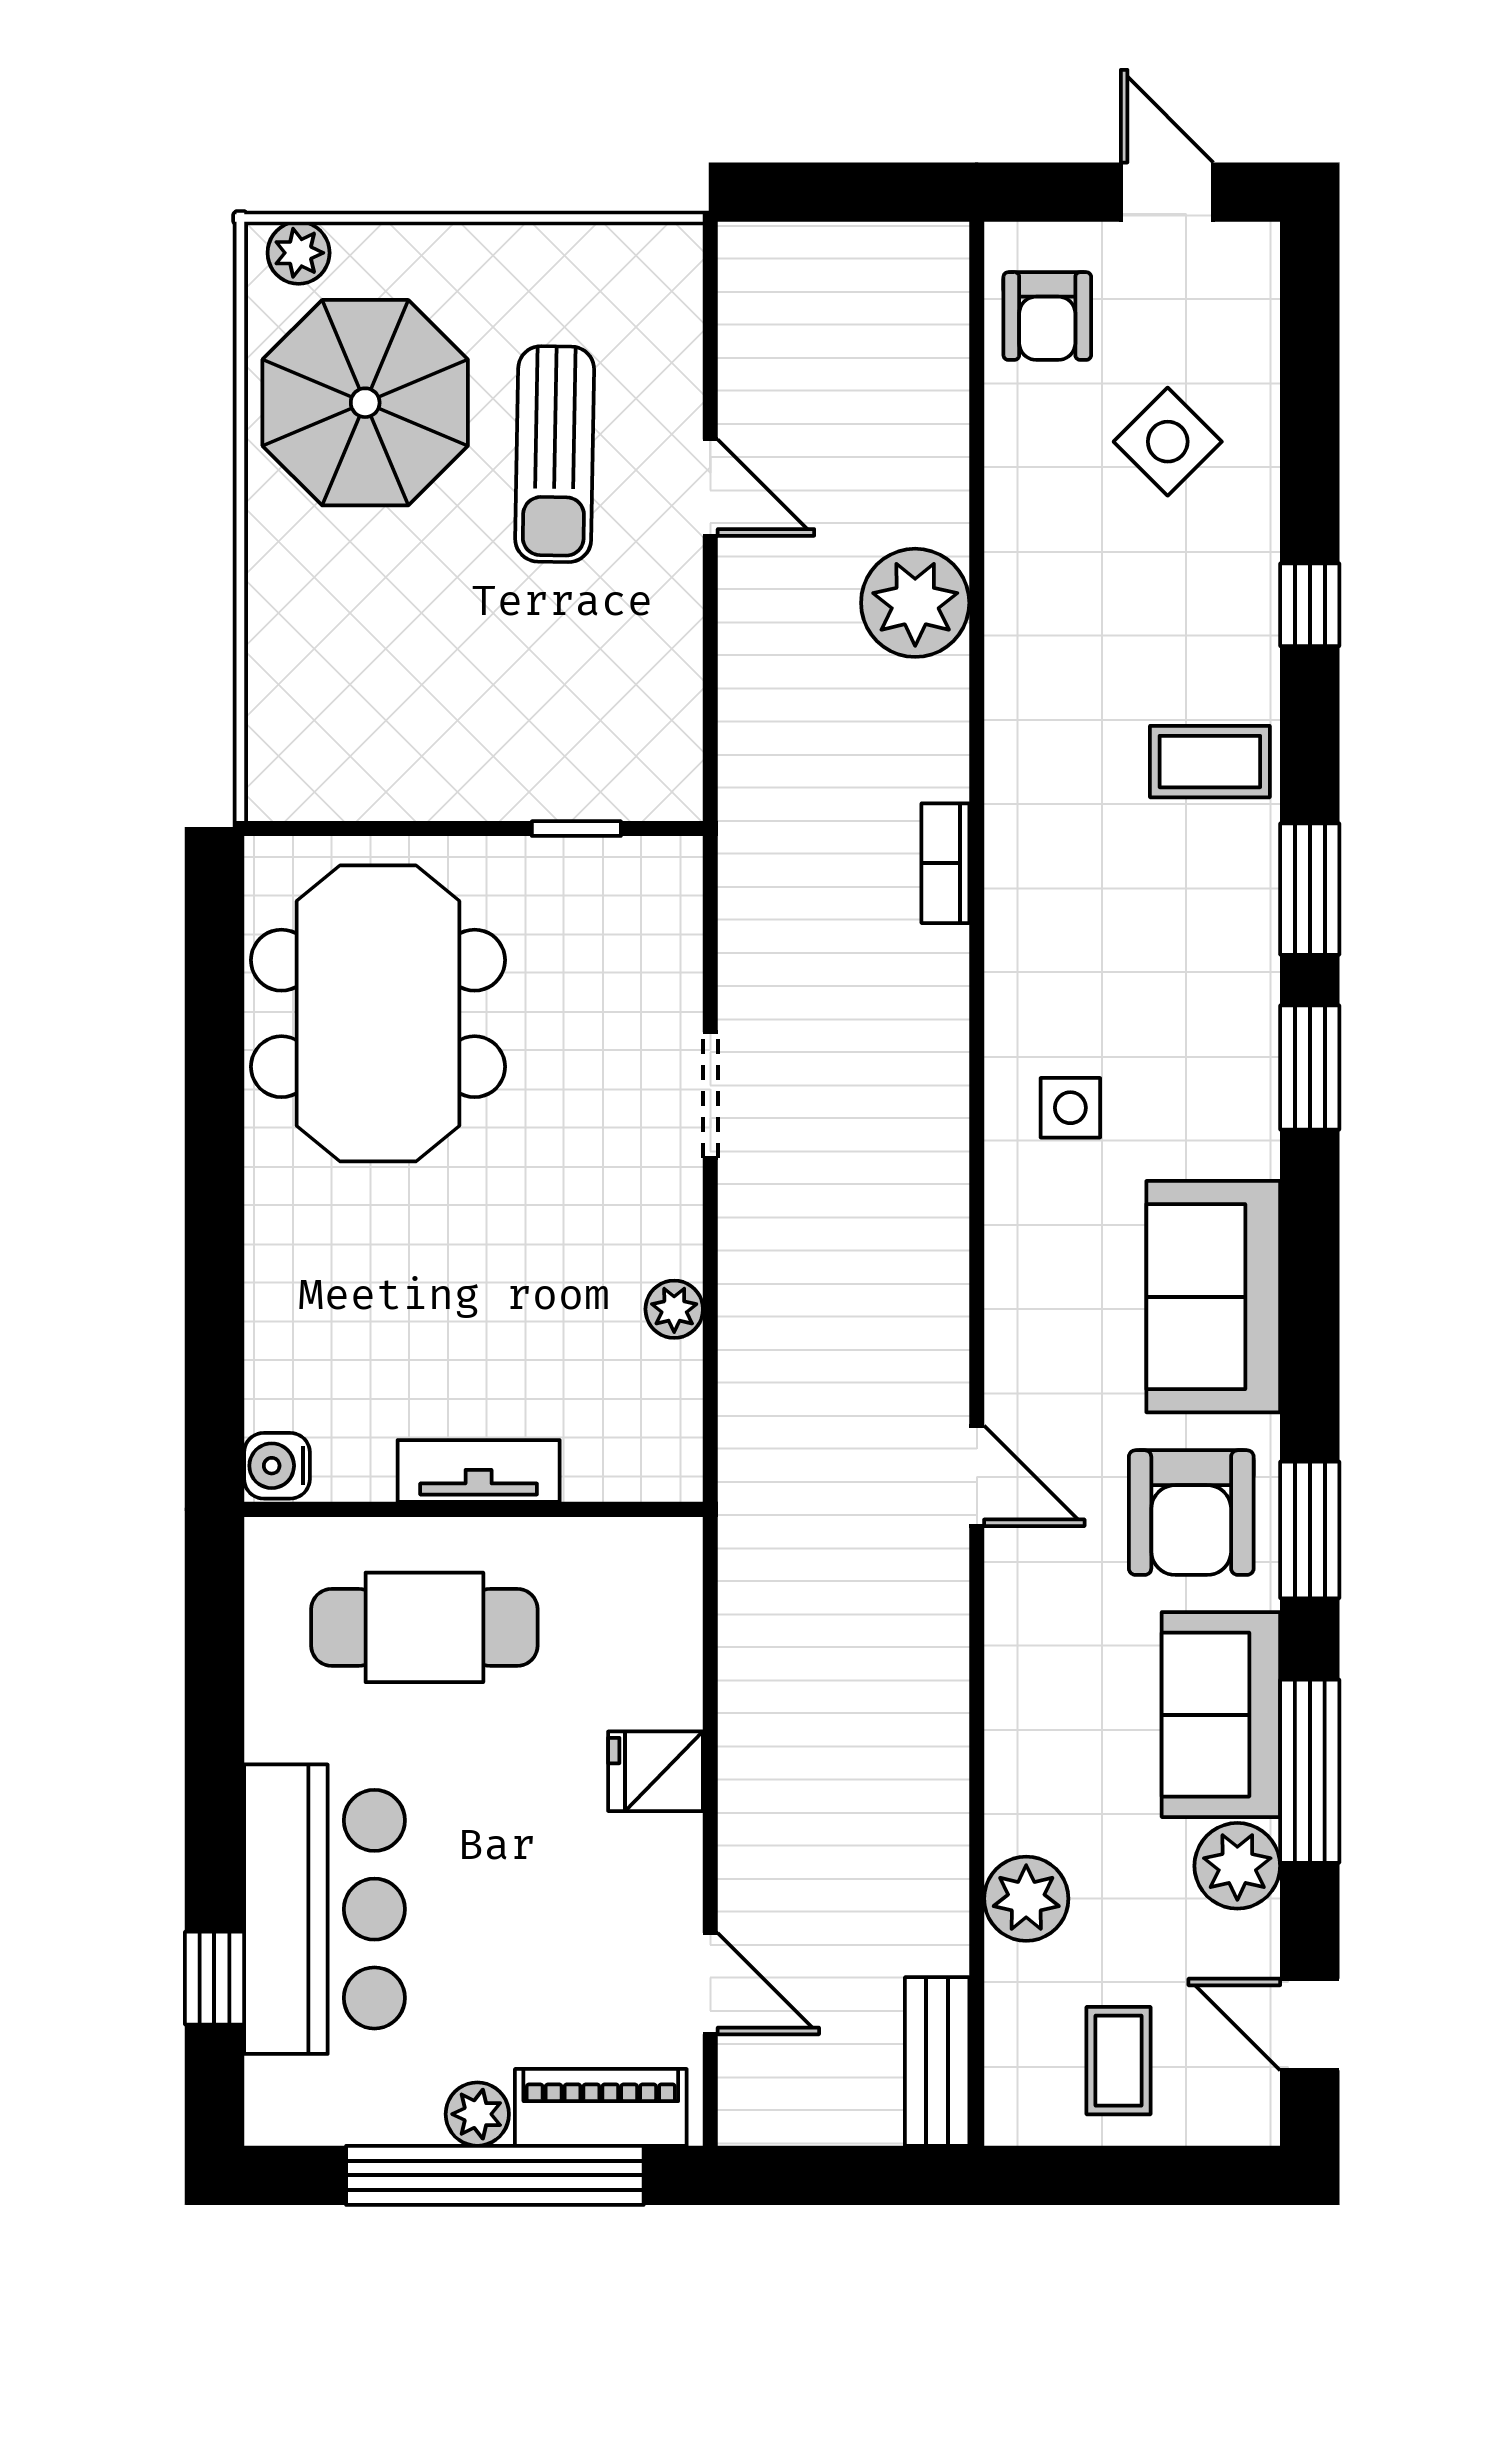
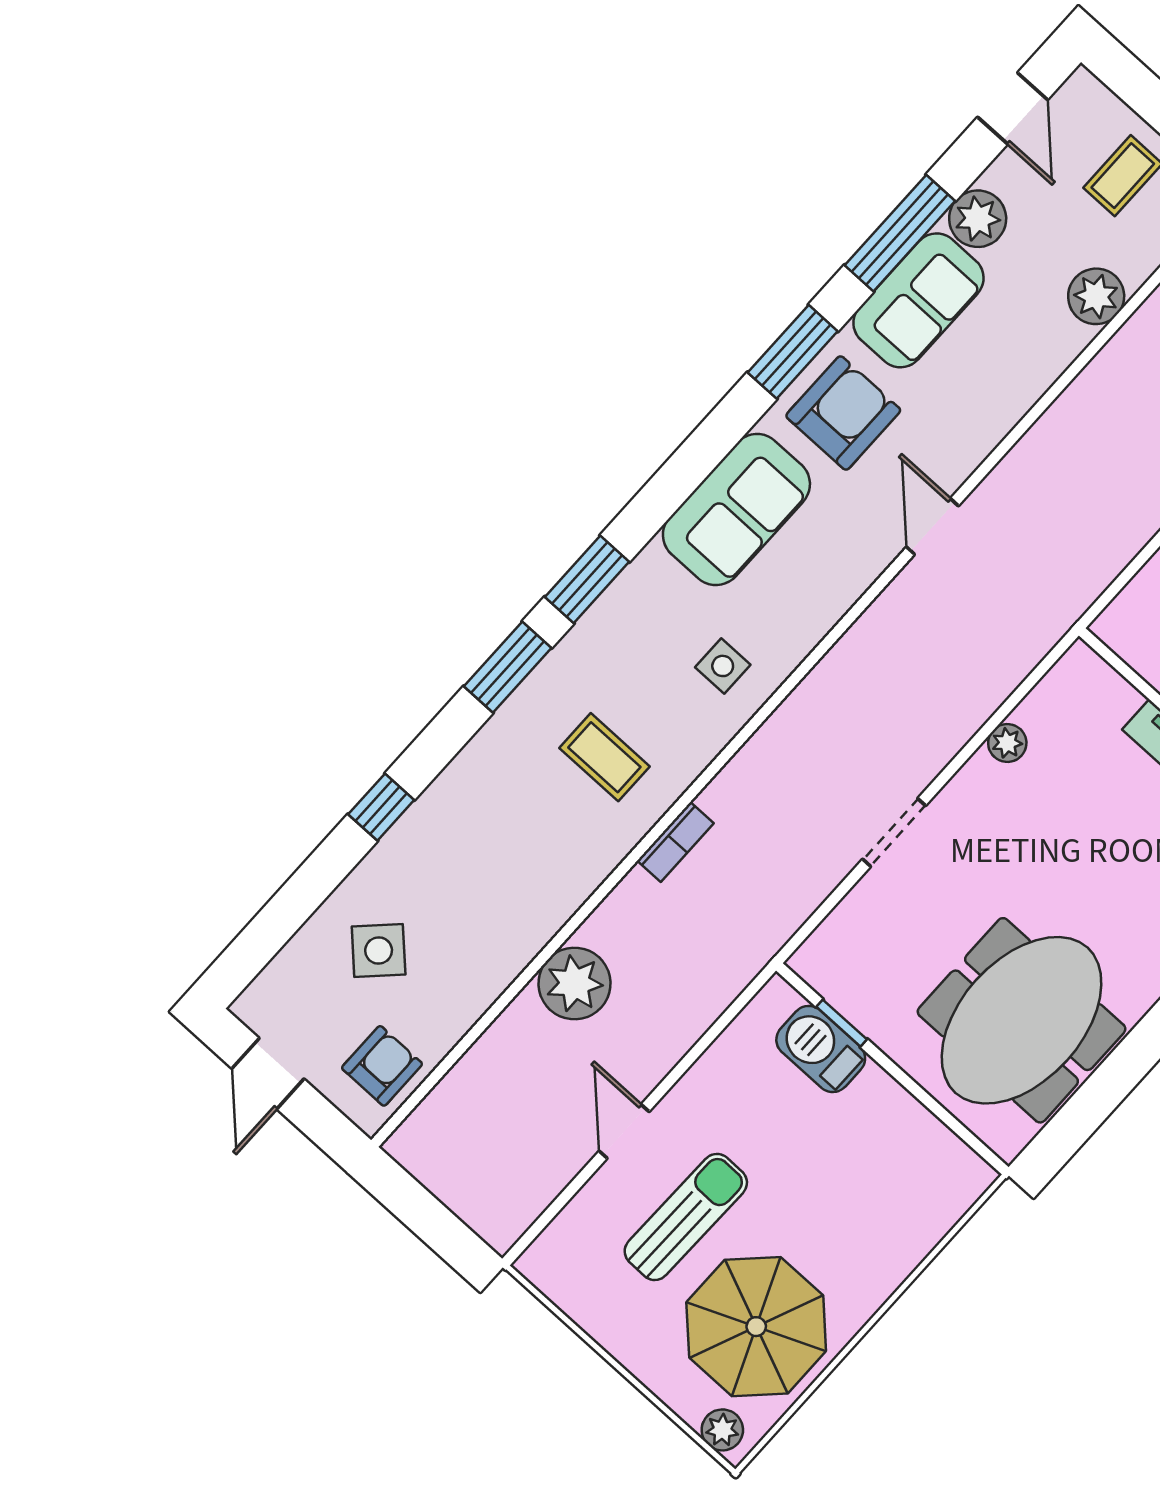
coffee table: (1210, 762) -> (604, 757), moved
barbecue: (574, 778) -> (821, 1049), added

